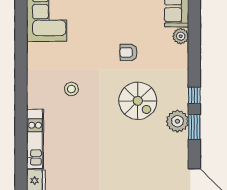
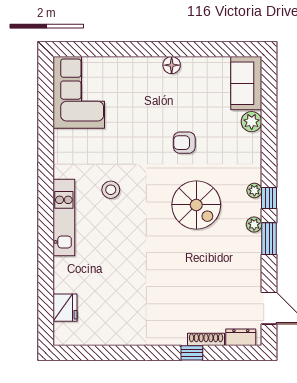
plant: (183, 90) -> (254, 190), added
plant: (177, 121) -> (254, 224), width x0.53, depth x0.53
kitchen unit: (35, 139) -> (64, 217), moved

